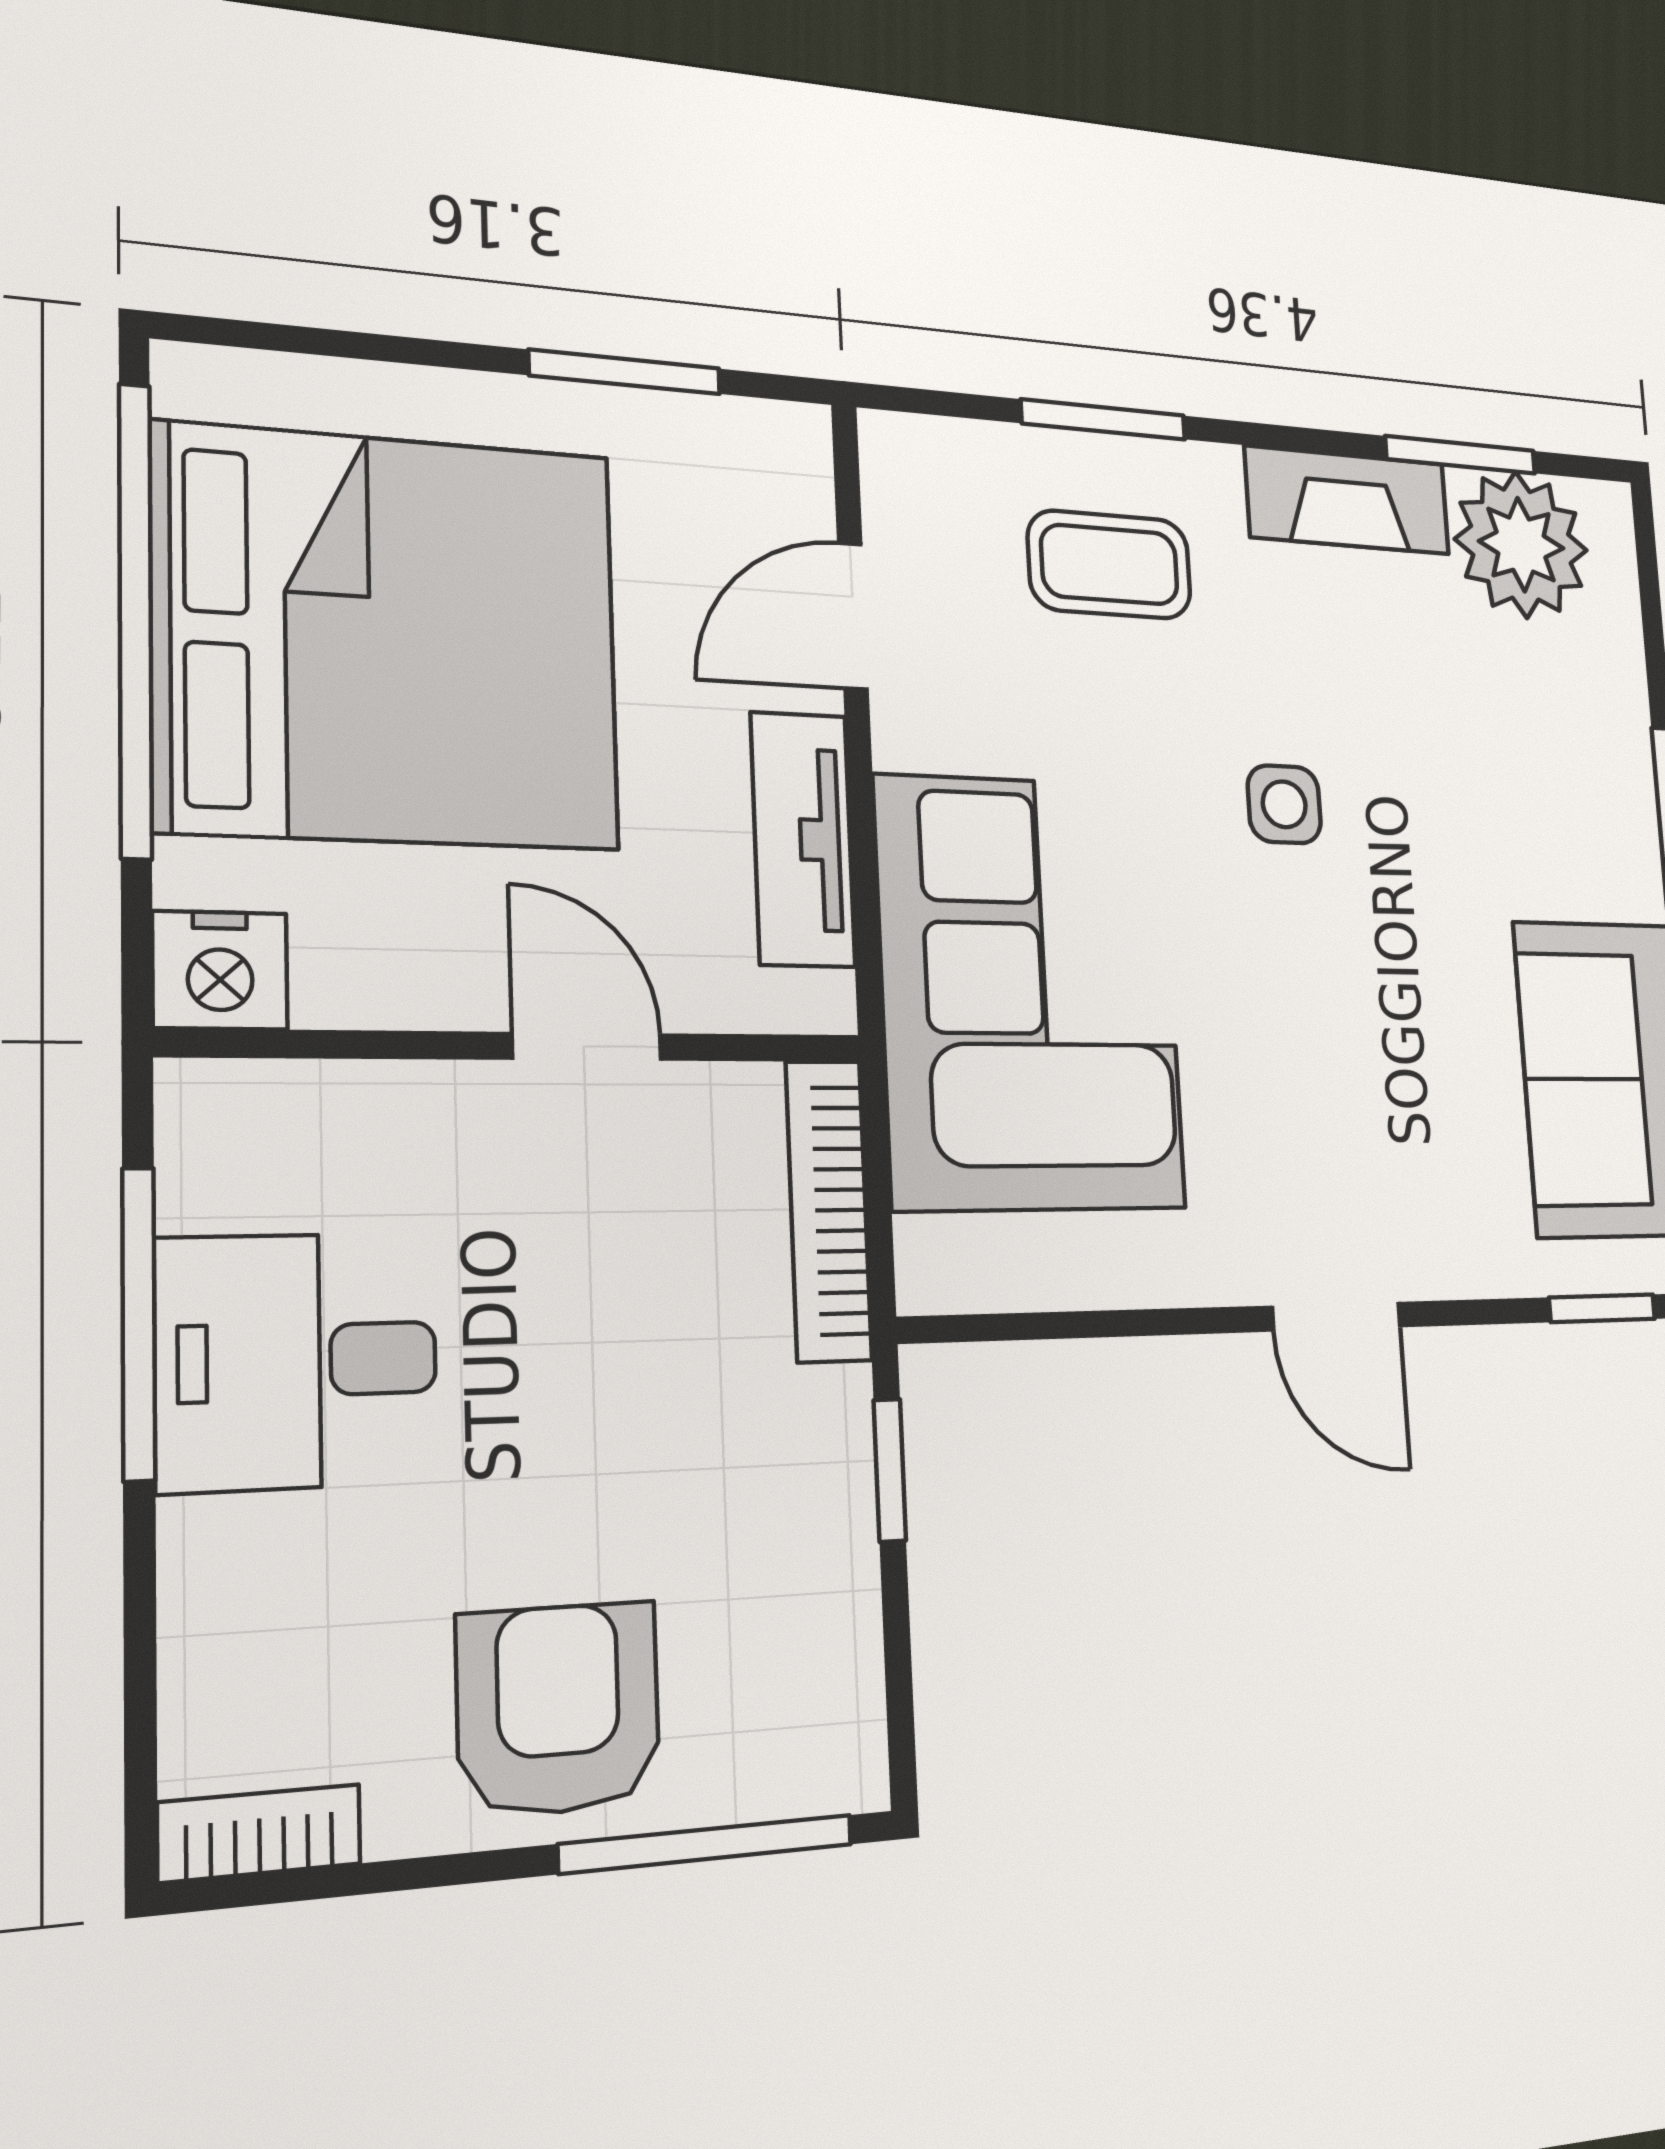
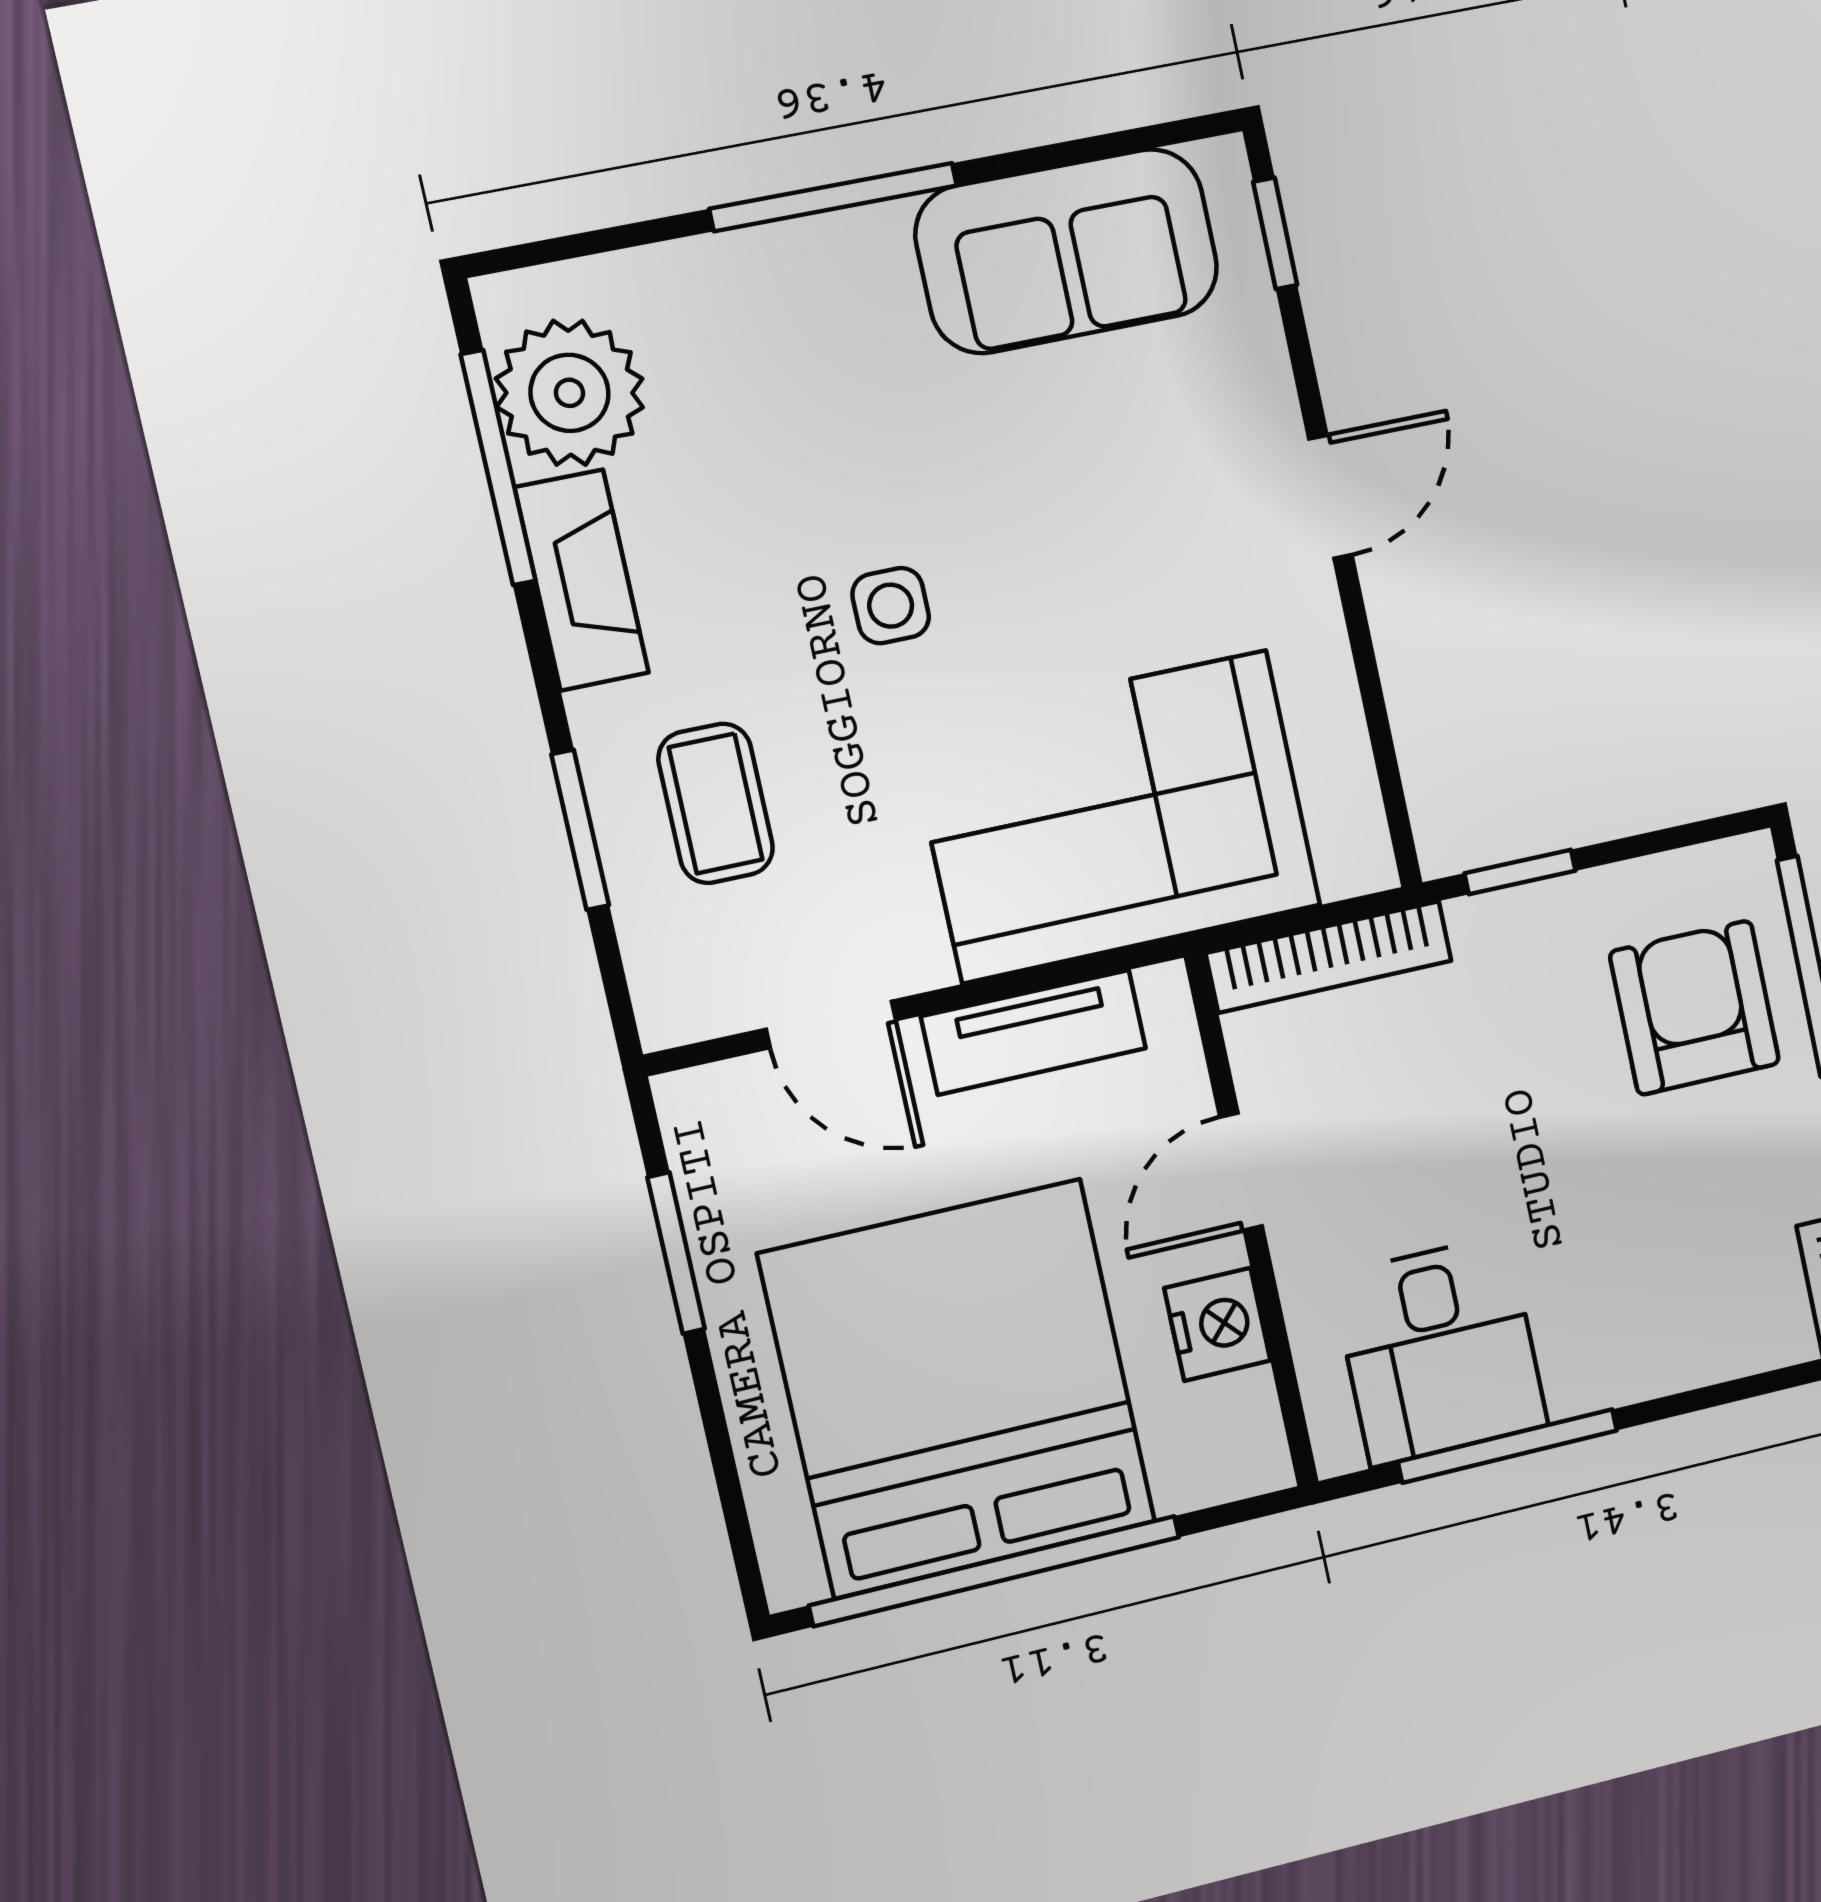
window: (1461, 455) -> (498, 468), width x1.44
nightstand: (220, 970) -> (1217, 1324), moved
desk: (297, 1361) -> (1440, 1351), moved
armchair: (558, 1709) -> (1695, 1008), moved, turned 90

